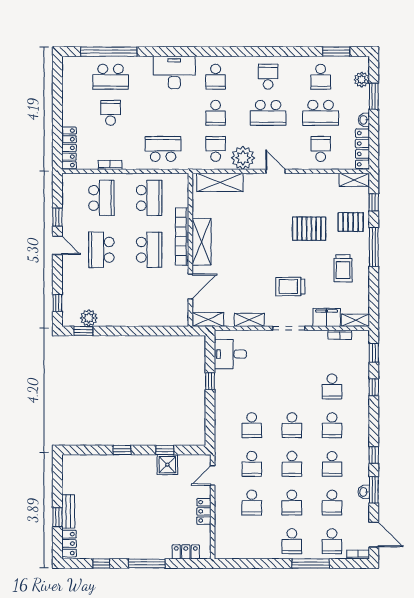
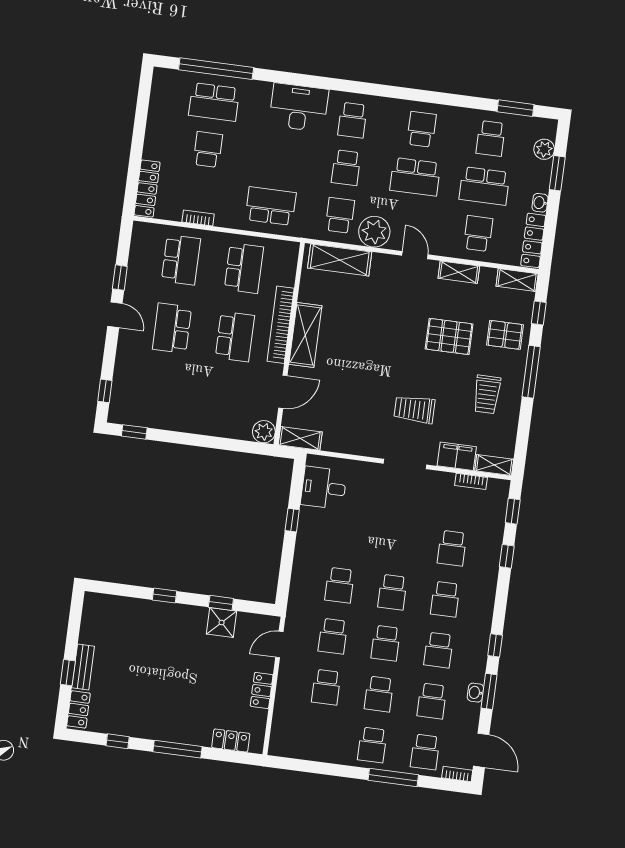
plant: (89, 318) -> (264, 432), moved
shelving: (249, 320) -> (459, 272), moved

